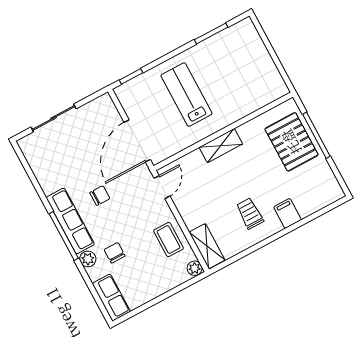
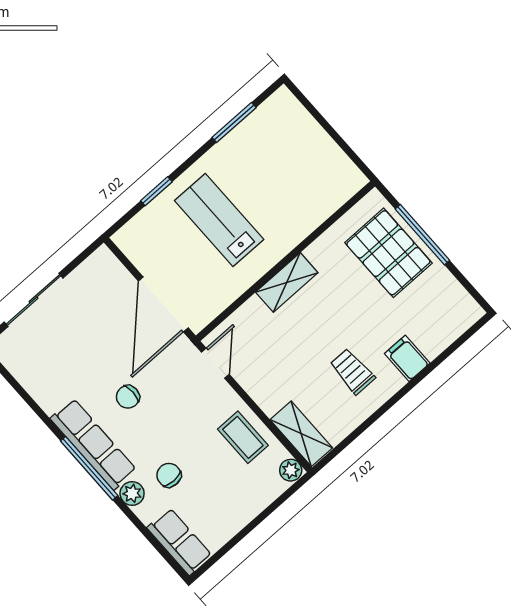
window: (131, 76) -> (156, 191), moved
chair: (100, 196) -> (128, 397), turned 180

